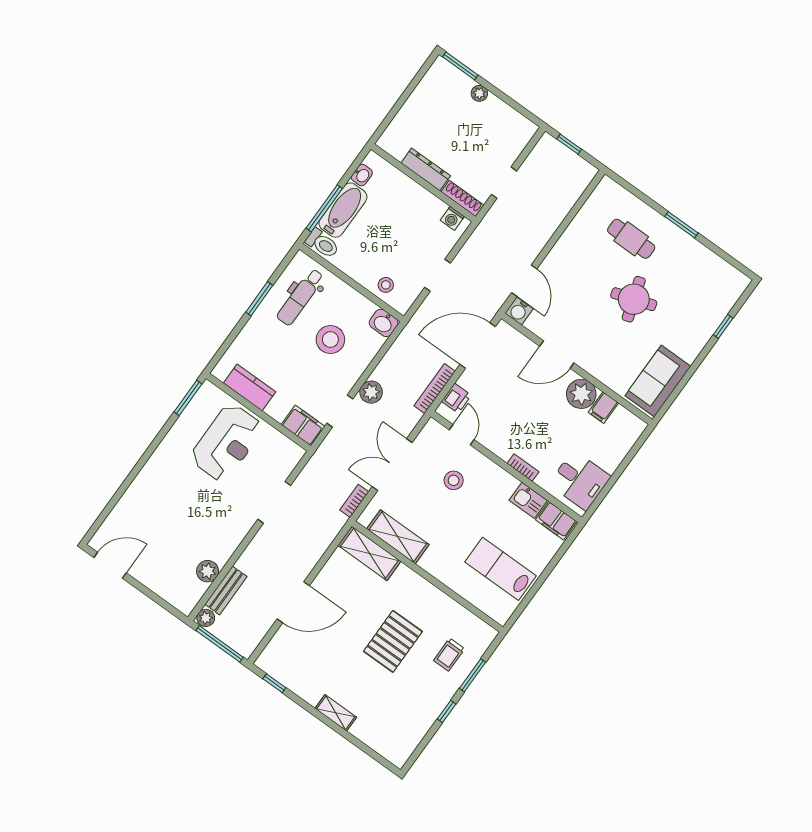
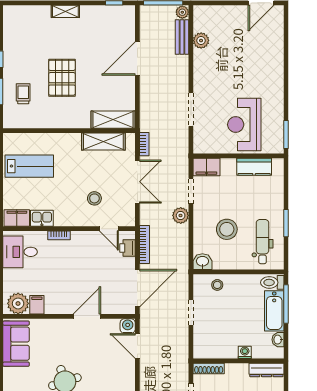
dresser: (426, 169) -> (266, 370), moved
washing machine: (452, 218) -> (245, 352), moved
plant: (581, 394) -> (18, 303), moved

